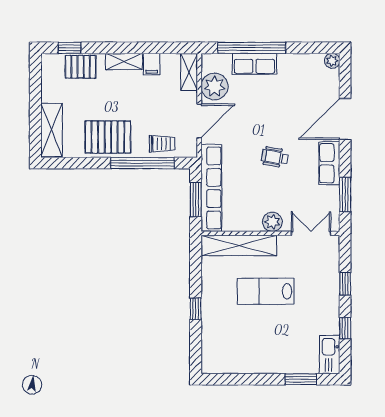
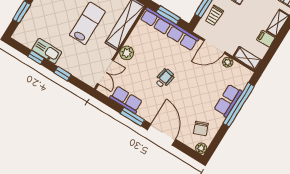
chair: (309, 76) -> (201, 129), added
plant: (215, 86) -> (228, 62), width x0.53, depth x0.53
door: (199, 121) -> (214, 46), hinge flipped
row of seats: (329, 163) -> (126, 100), moved
window: (345, 195) -> (132, 117), moved
kitchen sink: (330, 355) -> (47, 51), moved

